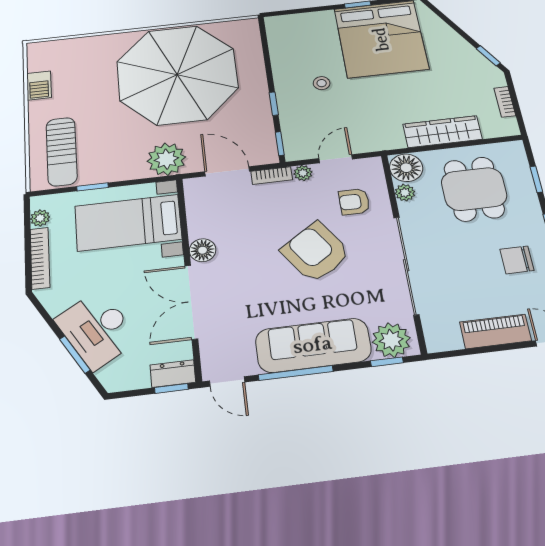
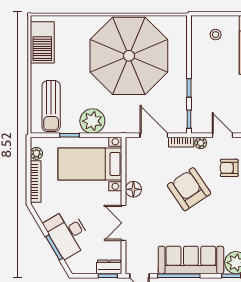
stool: (322, 83) -> (216, 35), moved
barbecue: (39, 85) -> (42, 42), width x1.88, depth x1.53
plant: (166, 159) -> (92, 121), moved
door: (336, 159) -> (222, 135), hinge flipped
armchair: (316, 252) -> (189, 189), moved
double door: (191, 302) -> (124, 223), width x0.73

